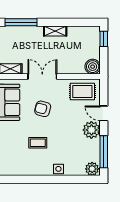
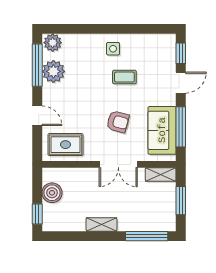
boiler: (93, 67) -> (52, 193), moved
plant: (91, 130) -> (53, 71), moved
side table: (58, 169) -> (113, 49), moved

